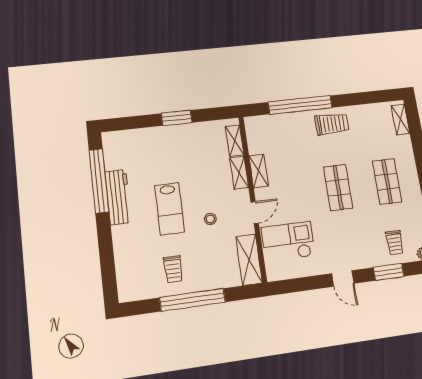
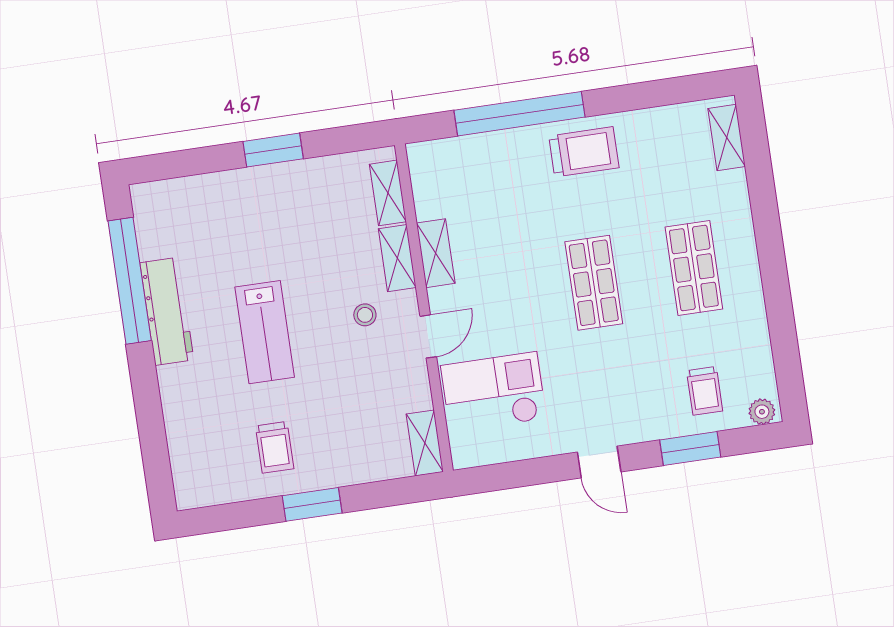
stool: (210, 219) -> (365, 315), moved
shelving: (249, 260) -> (425, 443), width x0.67, depth x0.75
window: (193, 300) -> (312, 504), width x0.47

